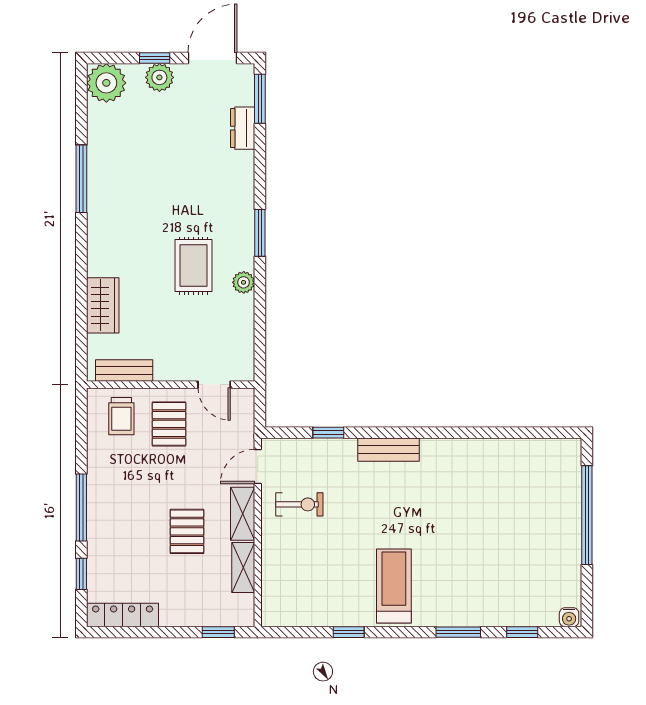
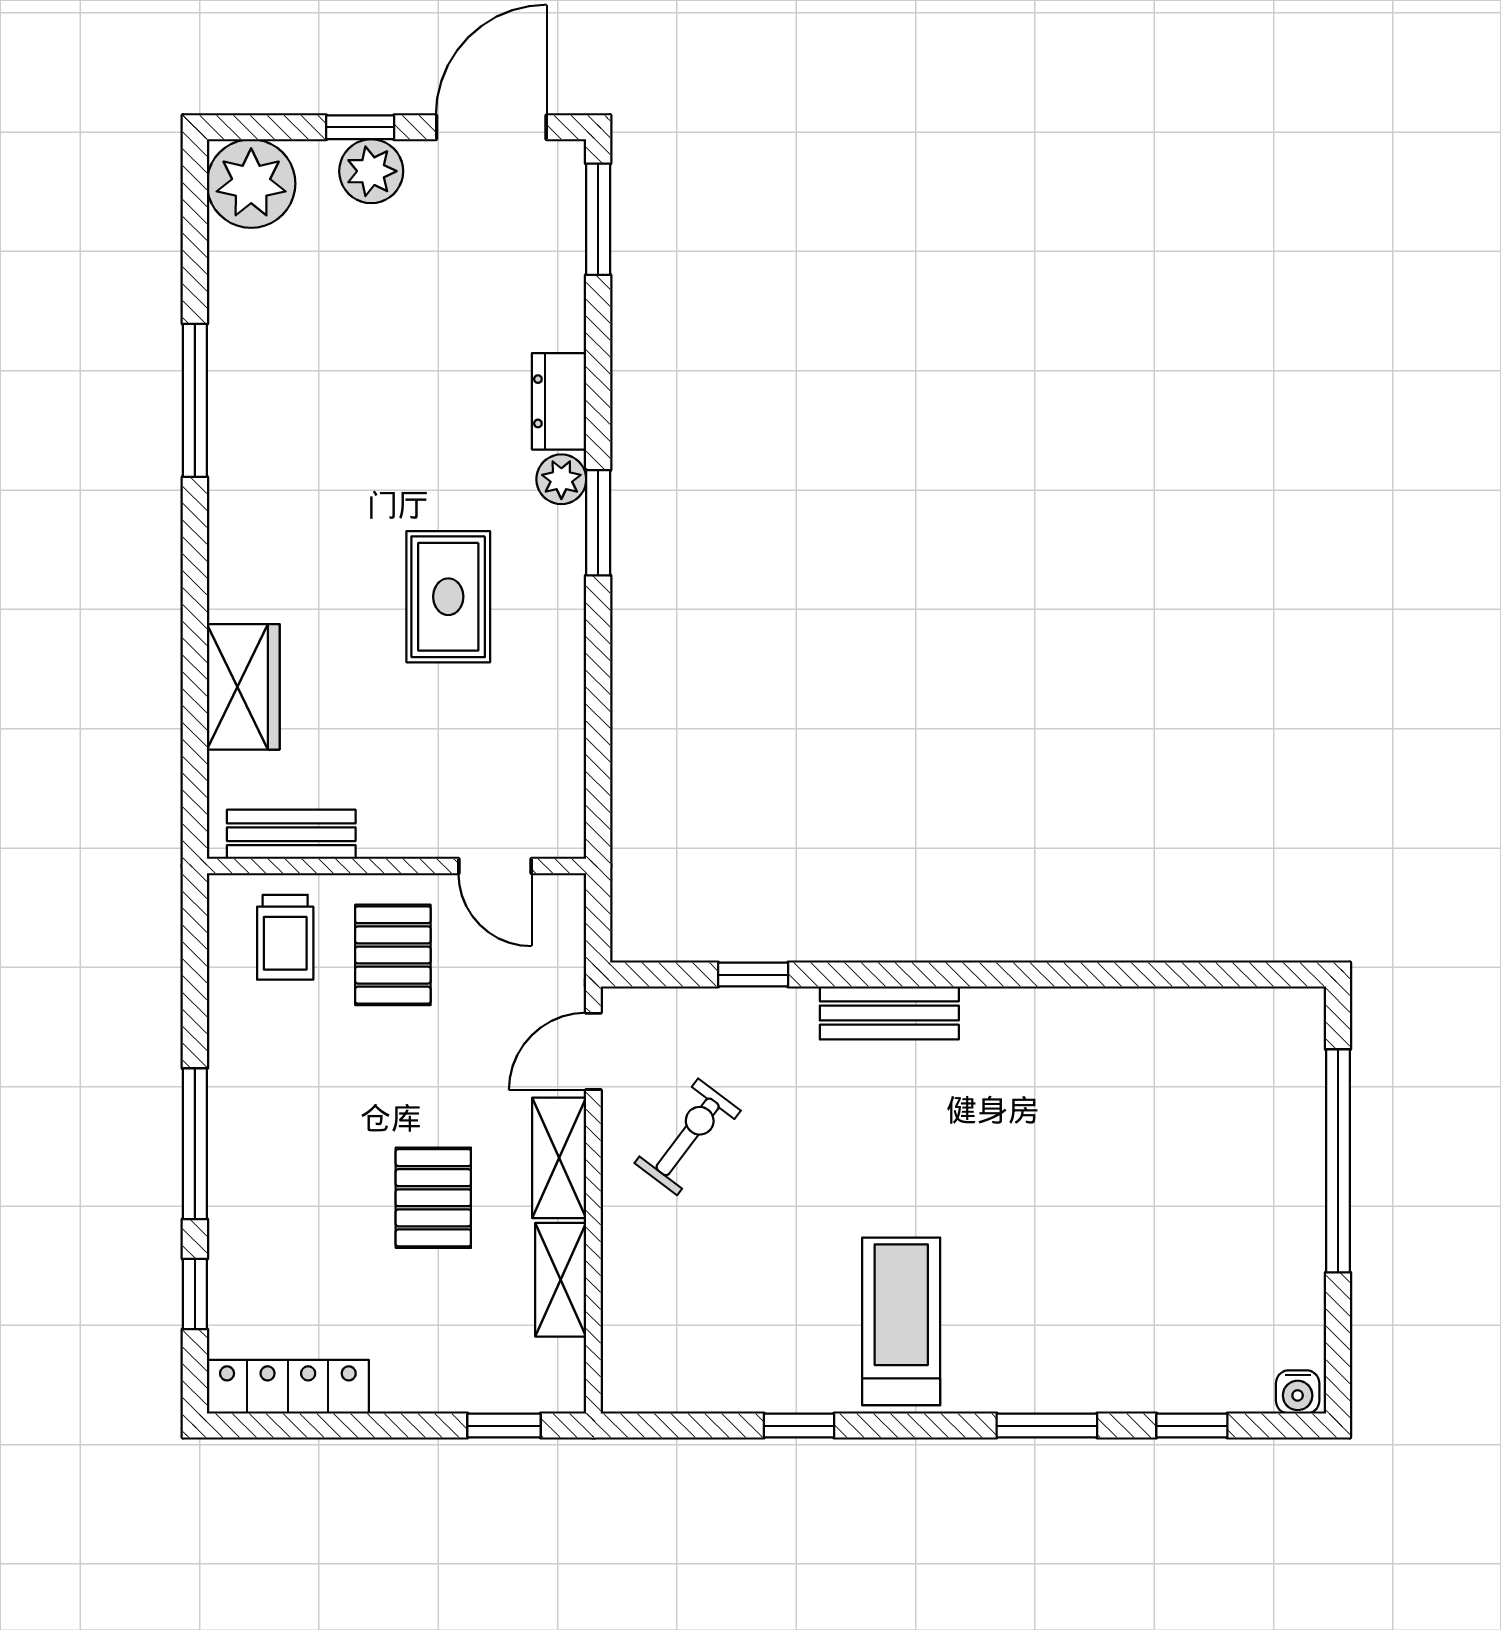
dresser: (243, 128) -> (559, 401), moved
plant: (244, 282) -> (561, 479), moved
exercise bike: (299, 504) -> (688, 1137), turned -53

